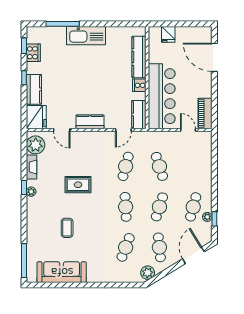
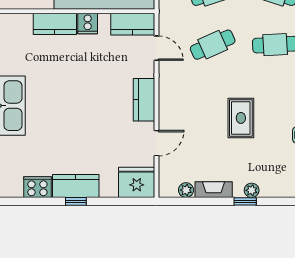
window: (24, 46) -> (27, 201), removed
kitchen counter: (139, 57) -> (55, 24), width x0.67
kitchen counter: (34, 89) -> (76, 186), moved
plant: (36, 145) -> (186, 190), width x0.53, depth x0.53
cafe table: (126, 166) -> (213, 45), turned -39

